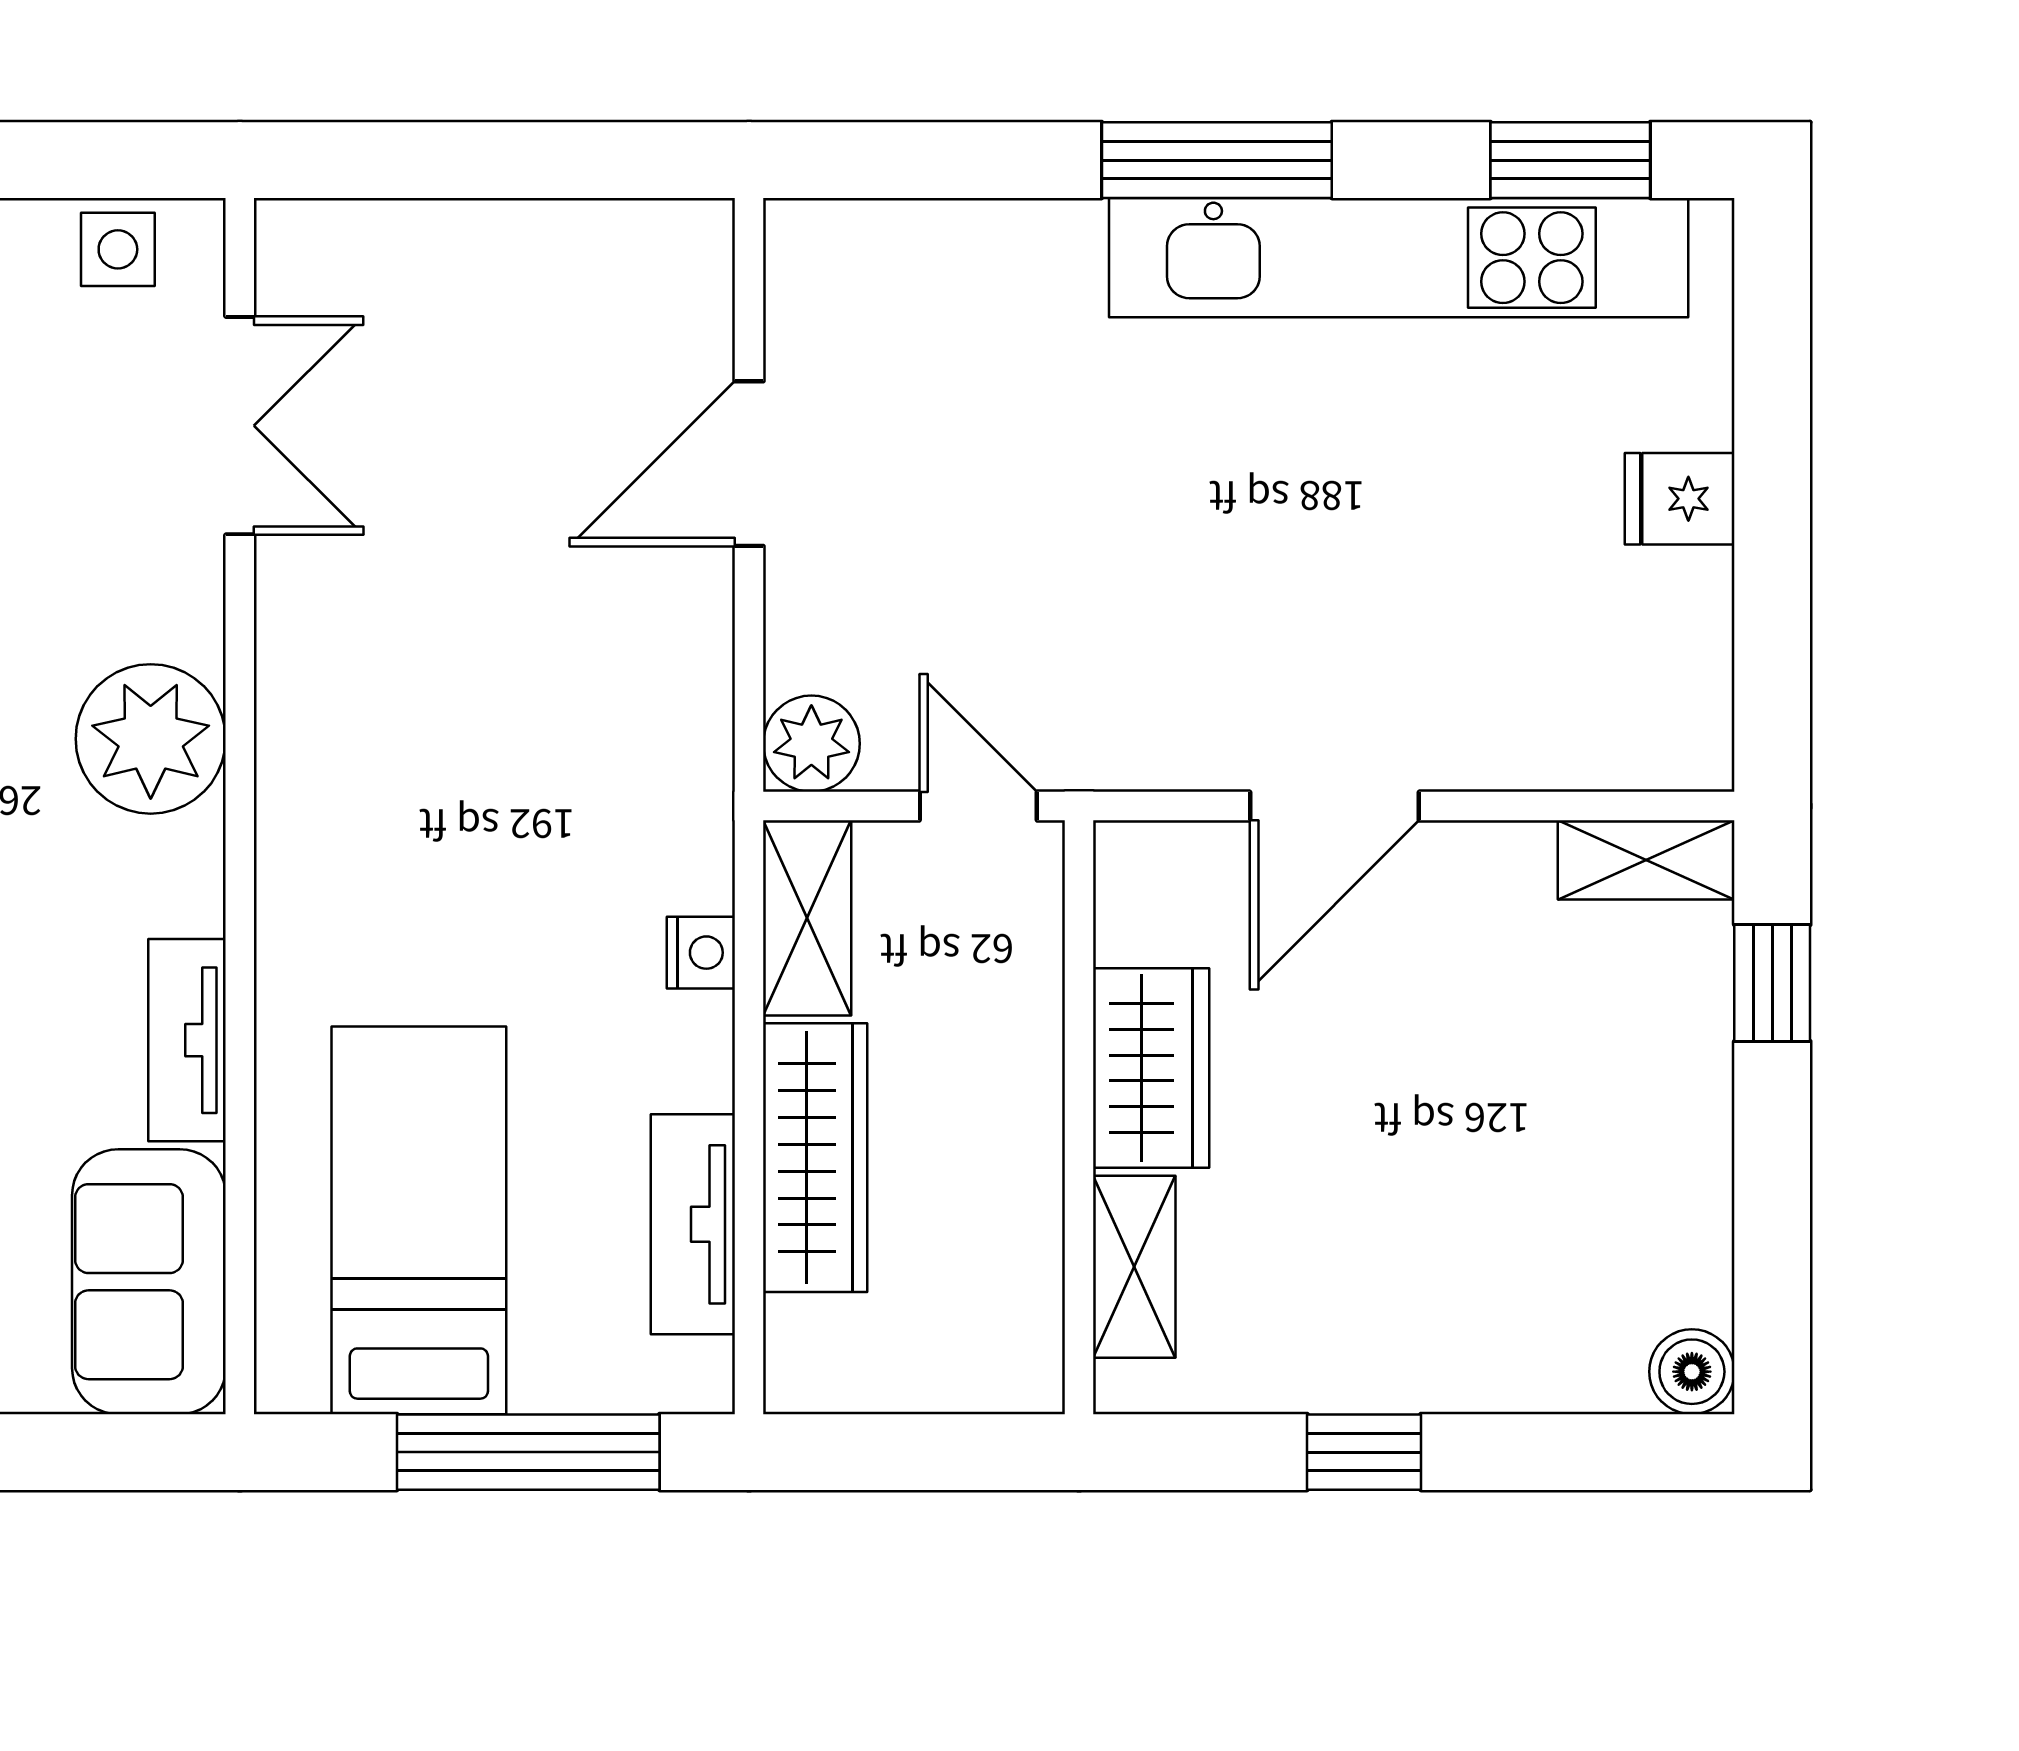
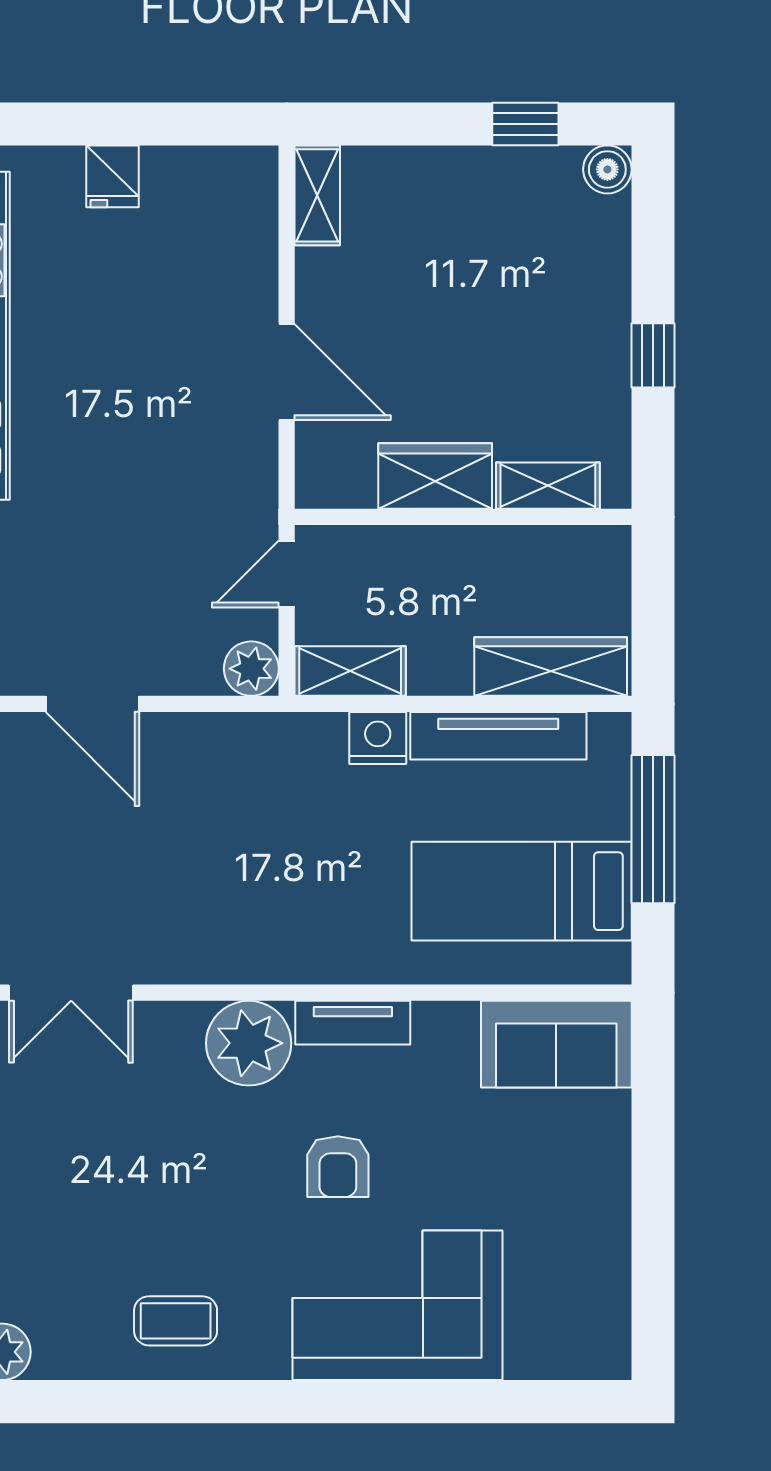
double door: (240, 426) -> (71, 993), swing flipped
nightstand: (701, 953) -> (378, 738), width x1.39, depth x1.35
window: (1772, 983) -> (525, 124), moved
tv unit: (187, 1040) -> (353, 1023), moved
wardrobe: (815, 1158) -> (551, 666), moved
tv unit: (693, 1224) -> (498, 736), width x1.41

